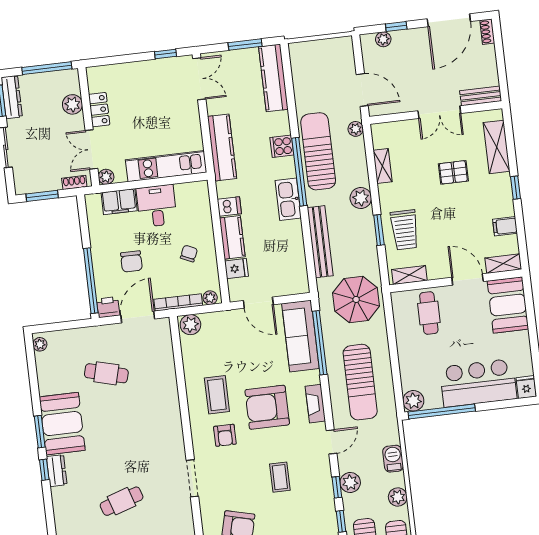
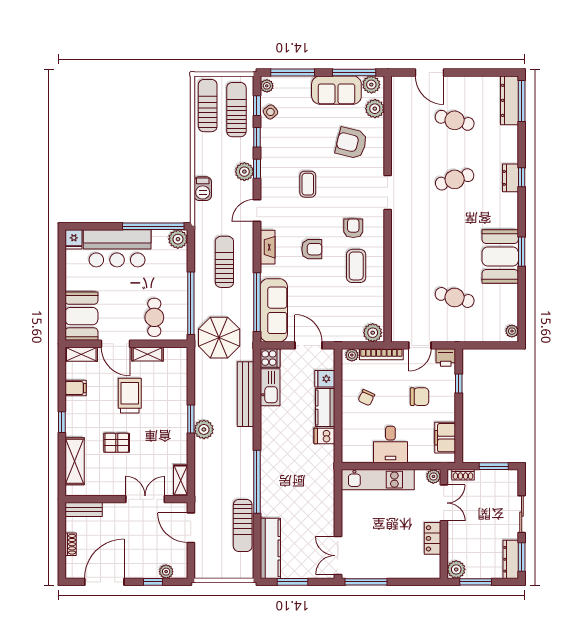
shoe rack: (487, 32) -> (71, 544), moved
window: (166, 54) -> (366, 582), width x2.17
window: (47, 68) -> (476, 582), width x0.69
plant: (72, 104) -> (456, 569), moved
double door: (439, 112) -> (145, 499), moved
plant: (356, 129) -> (201, 493), removed
cooker: (282, 146) -> (270, 358), moved
kitchen counter: (222, 147) -> (325, 491), removed
sun lounger: (318, 151) -> (243, 526), moved, width x0.73, depth x0.75
shelving: (383, 166) -> (181, 480), moved
window: (299, 172) -> (257, 482), moved
kitchen sink: (288, 199) -> (270, 387), moved
filing cabinet: (119, 202) -> (445, 438), moved, turned -90
window: (379, 230) -> (191, 419), moved
trolley: (405, 230) -> (130, 396), moved
chair: (131, 261) -> (420, 397), turned 90
shelving: (409, 275) -> (147, 354), moved
window: (91, 281) -> (459, 384), width x0.32
door: (138, 317) -> (420, 345), width x0.73
window: (391, 333) -> (191, 303), added
sun lounger: (360, 382) -> (224, 262), width x0.73, depth x0.75
armchair: (267, 407) -> (312, 249), width x0.53, depth x0.53
window: (44, 470) -> (522, 177), moved
dresser: (57, 471) -> (510, 178), moved
plant: (398, 497) -> (203, 153), removed

